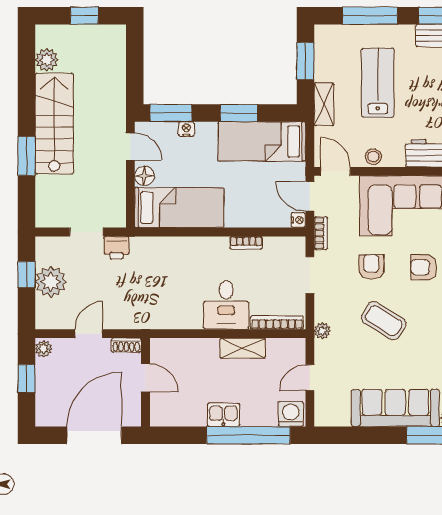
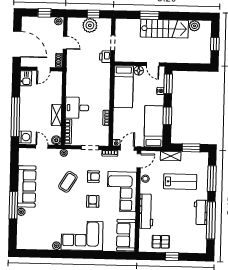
door: (130, 147) -> (153, 64), hinge flipped
boiler: (296, 347) -> (56, 140), added
kitchen sink: (223, 415) -> (26, 78), moved

